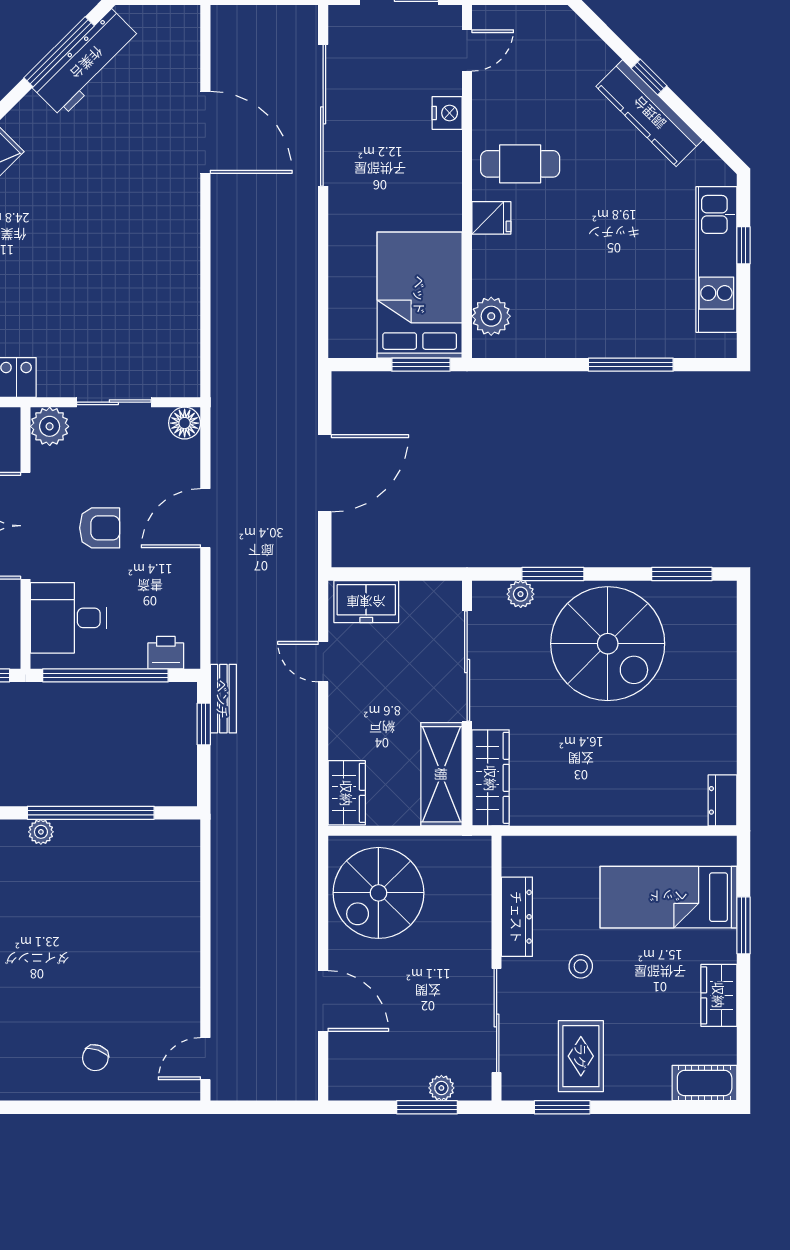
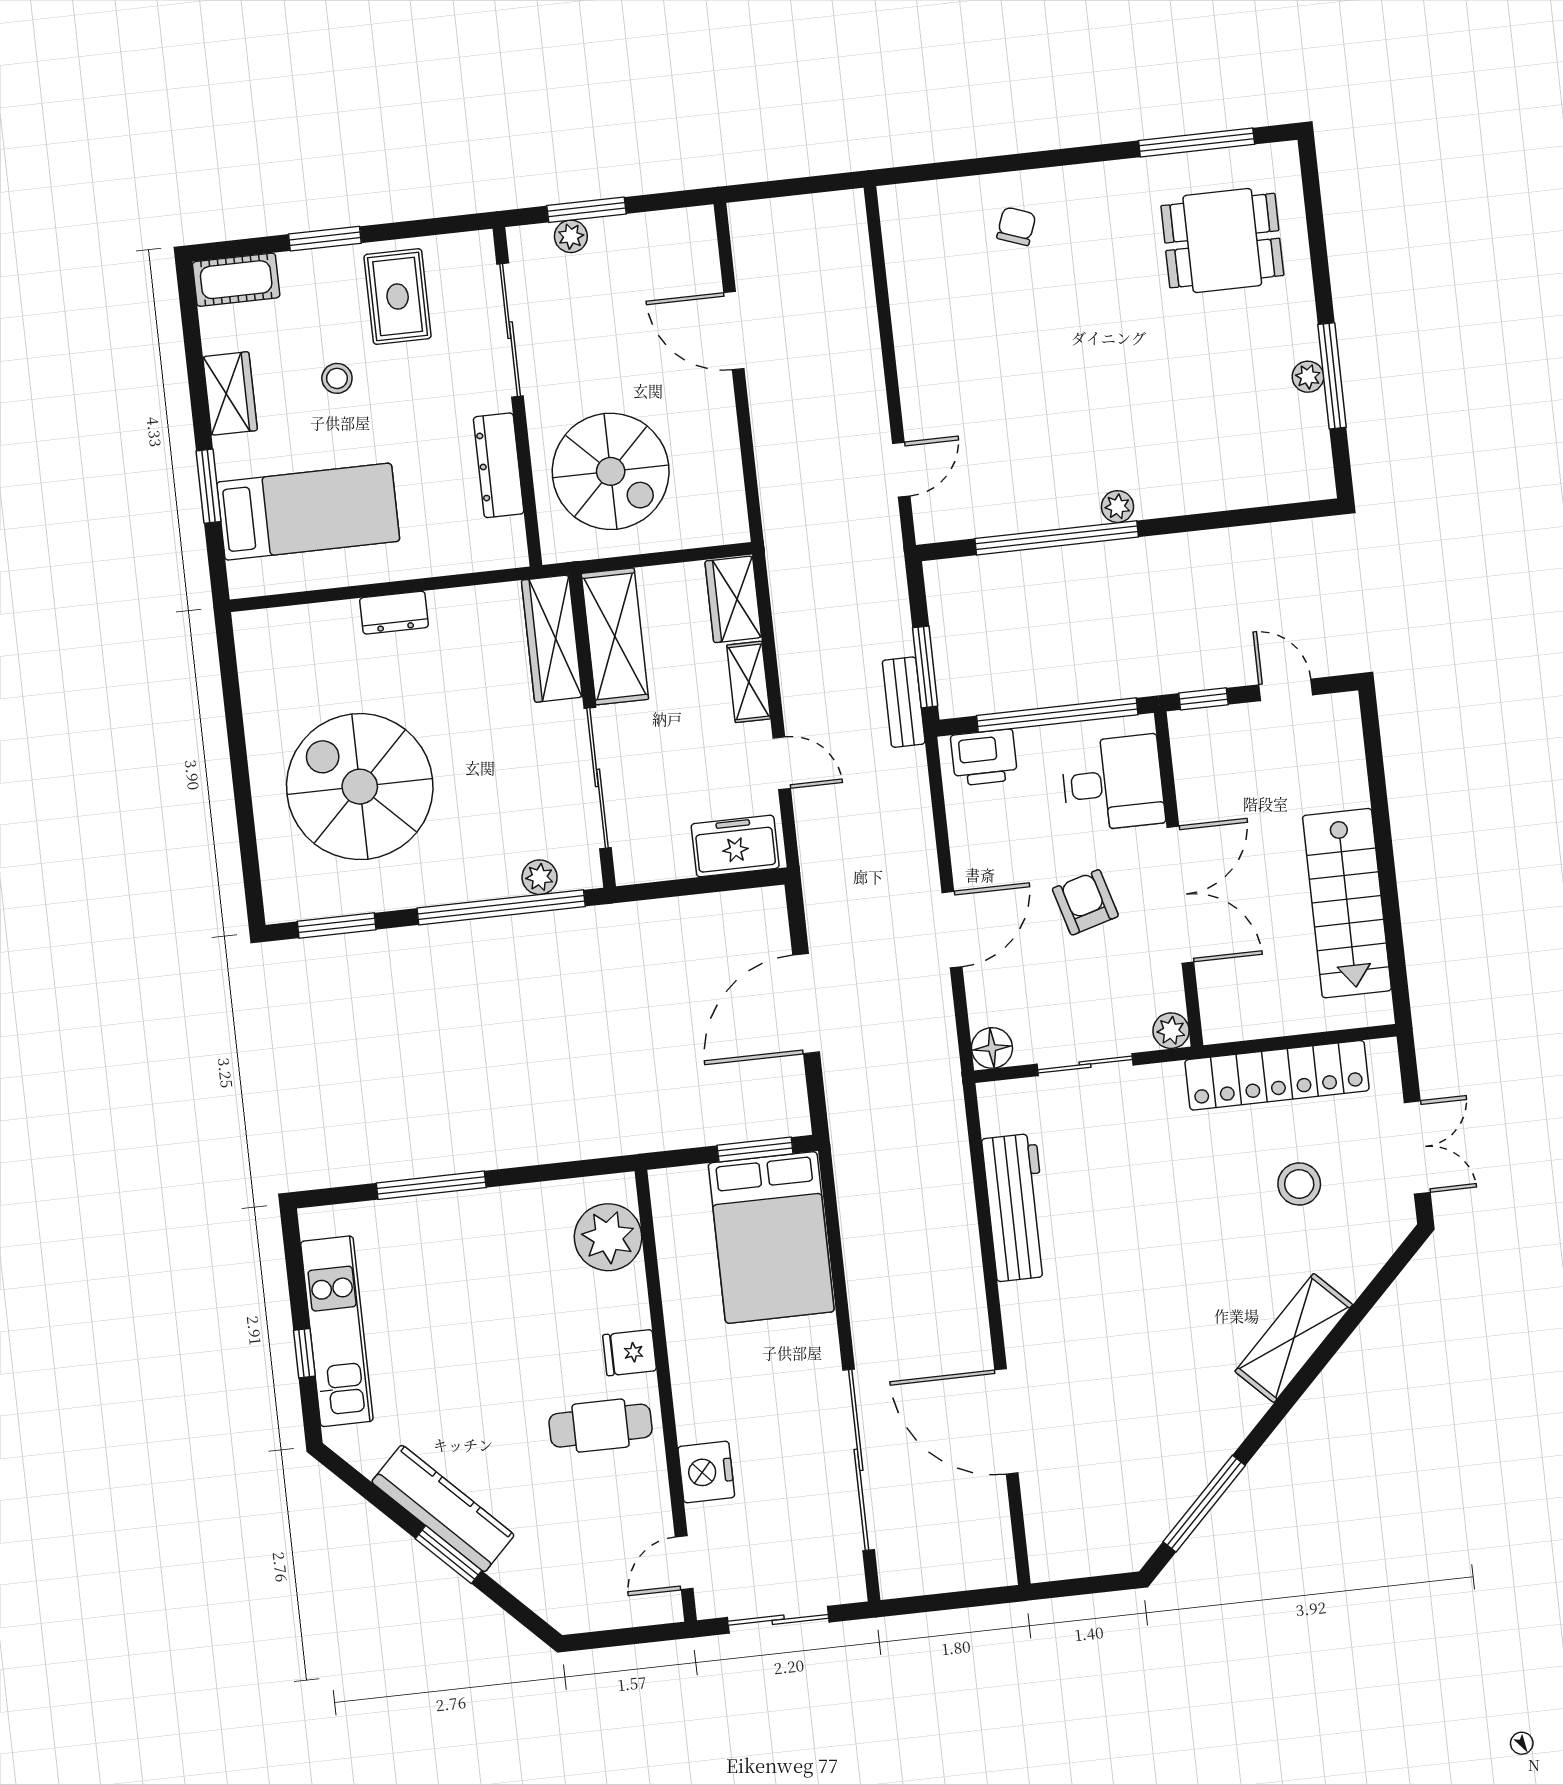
workbench: (87, 63) -> (1016, 1207), moved, turned 135
window: (649, 77) -> (448, 1555), width x1.50
nightstand: (447, 113) -> (706, 1472), width x1.36, depth x1.33
bed: (420, 295) -> (771, 1237), moved
plant: (491, 316) -> (608, 1237), width x1.36, depth x1.36
window: (421, 365) -> (755, 1149), moved
plant: (50, 426) -> (1171, 1031), width x0.73, depth x0.73
armchair: (100, 528) -> (1085, 902), turned 74
window: (553, 574) -> (501, 907), width x2.11
spiral stairs: (608, 644) -> (360, 787), moved
printer: (166, 653) -> (984, 758), width x1.36, depth x1.24
window: (204, 724) -> (925, 667), width x1.50
shelving: (342, 728) -> (749, 682), added
dresser: (723, 800) -> (394, 613), moved, turned 90
spiral stairs: (378, 893) -> (611, 471), moved, turned 90
stool: (581, 966) -> (337, 378), moved
door: (205, 1059) -> (901, 470), moved
window: (562, 1107) -> (325, 239), moved

